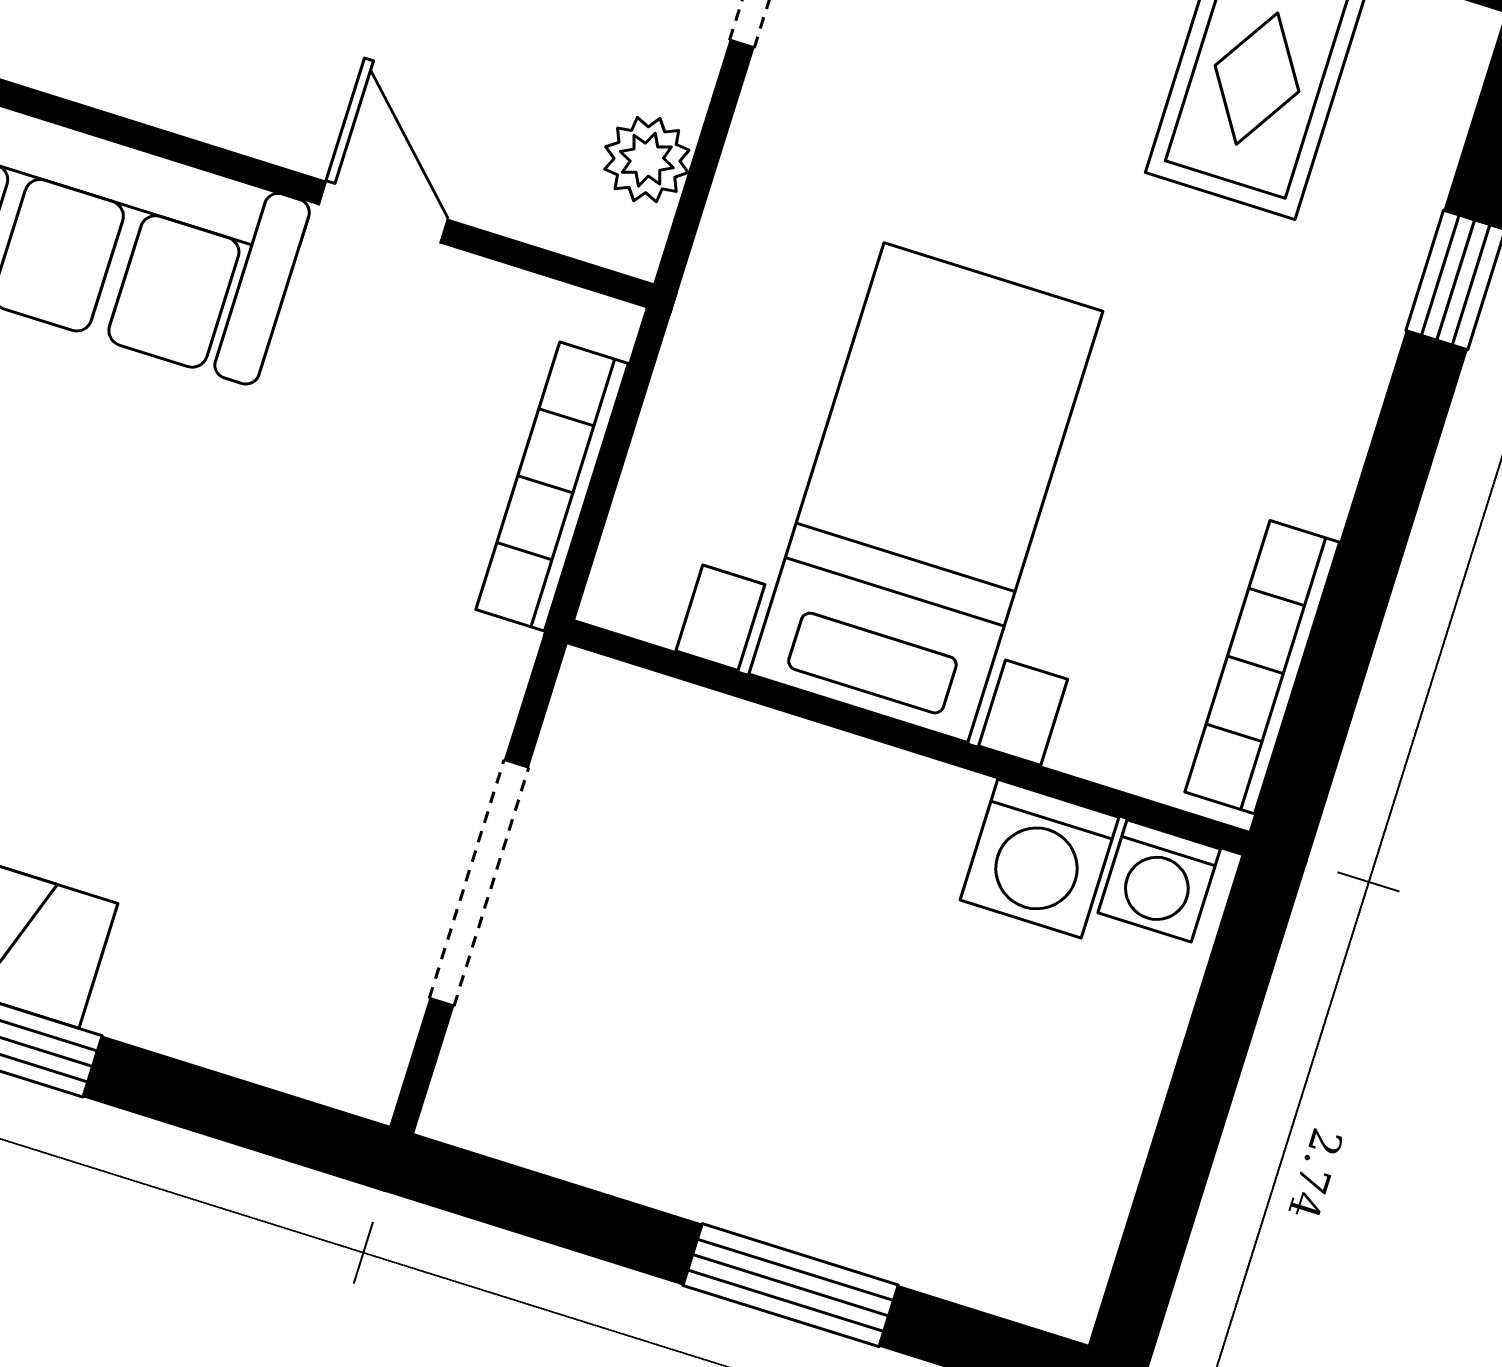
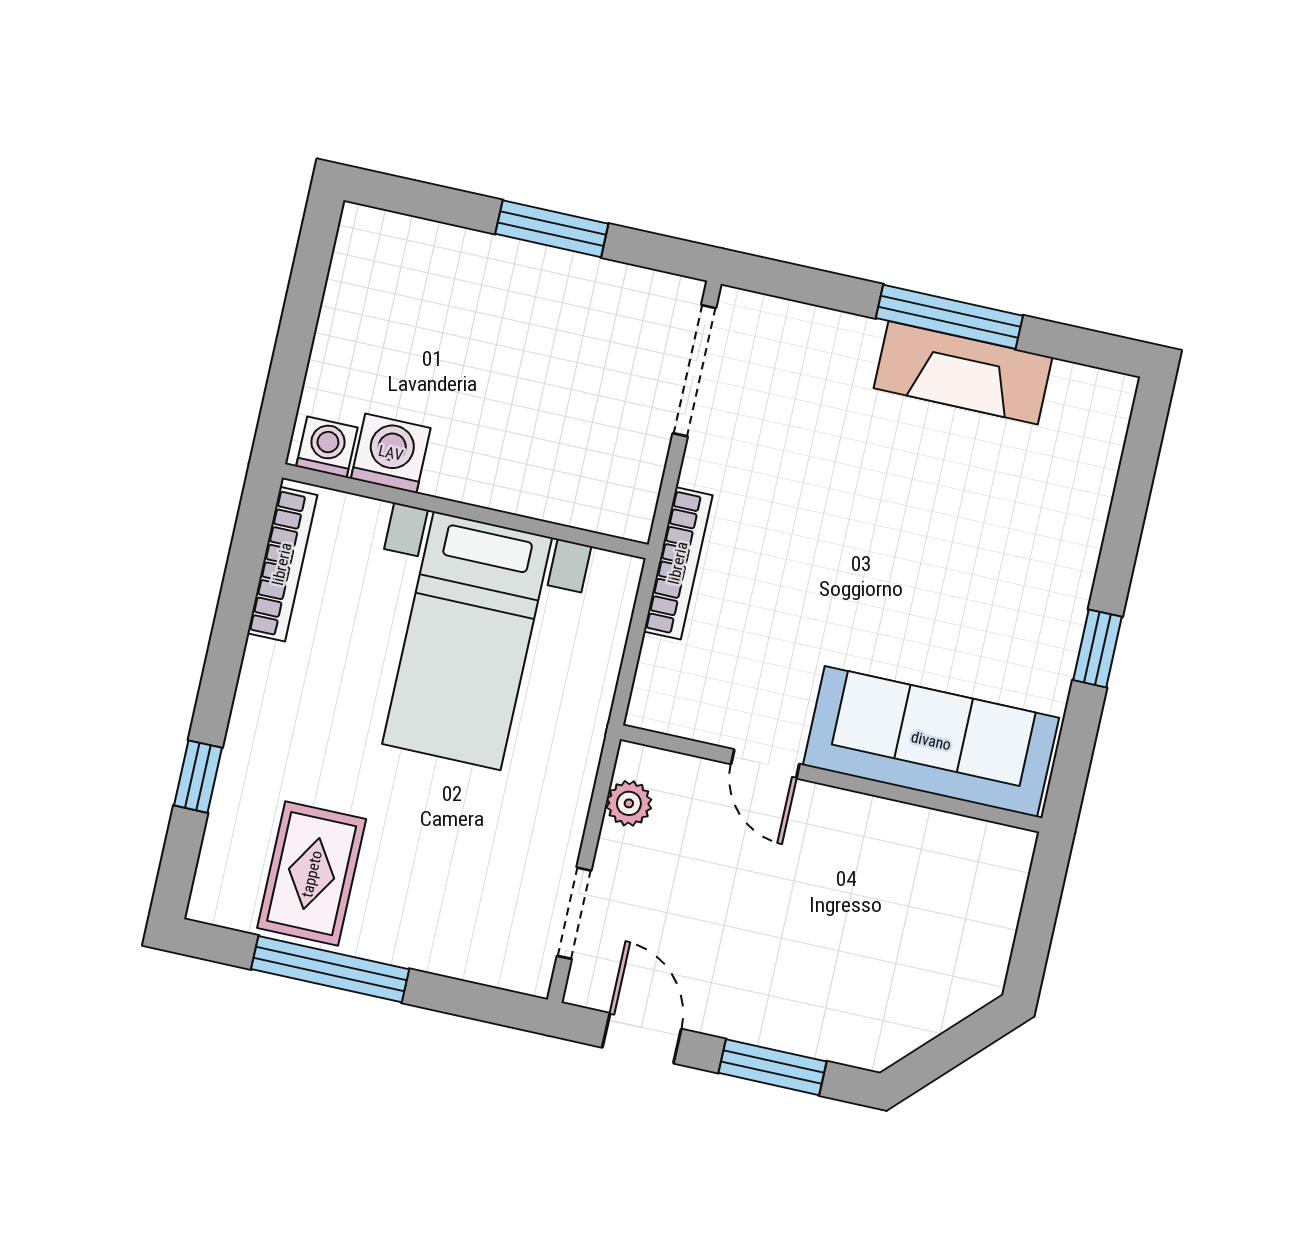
bookcase: (552, 486) -> (678, 563), moved
doorway: (479, 883) -> (694, 371), moved
window: (791, 1285) -> (552, 229), moved

